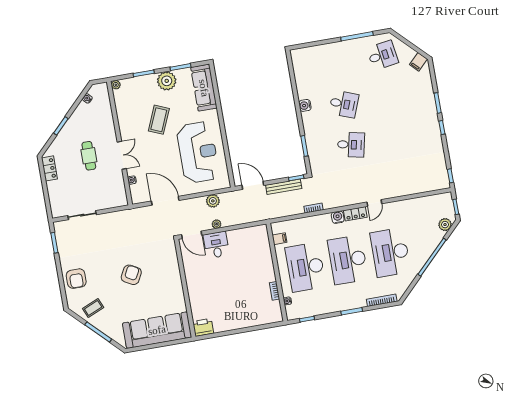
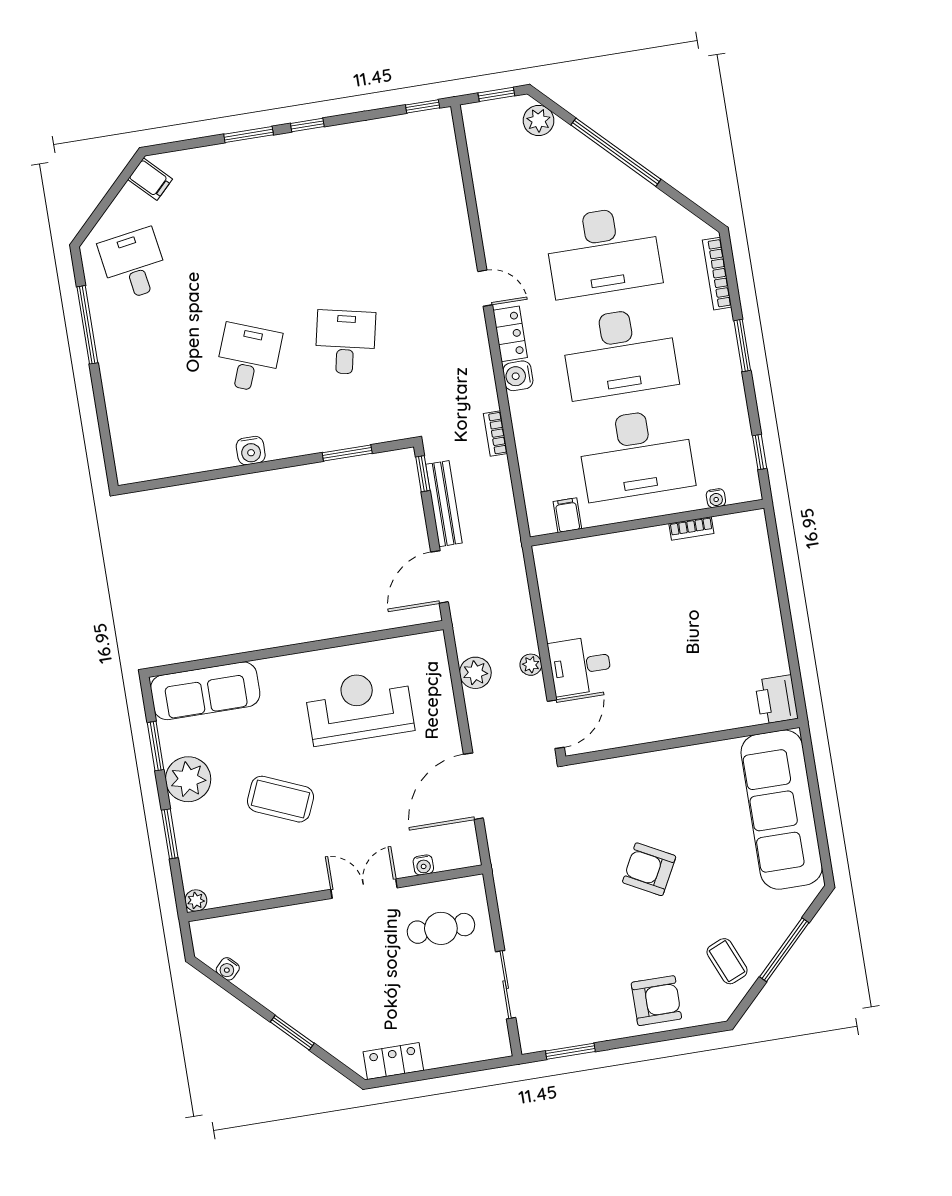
reception desk: (198, 152) -> (359, 707), width x0.74, depth x0.77
cafe table: (89, 156) -> (441, 928), moved

